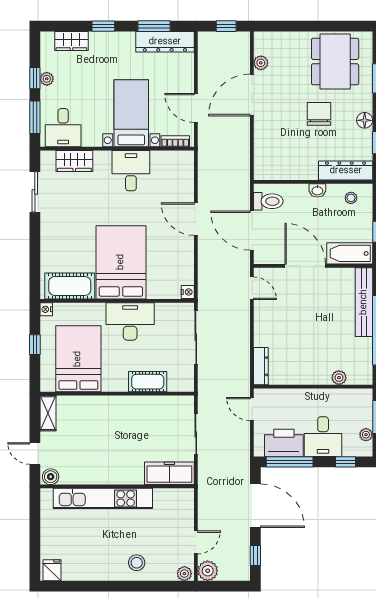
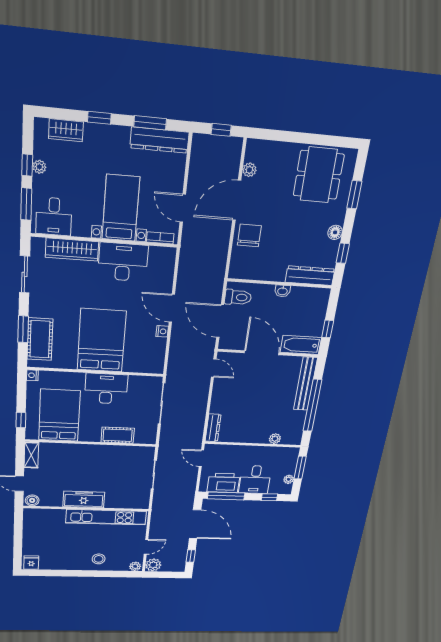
chair: (319, 114) -> (249, 235), moved
wardrobe: (74, 161) -> (72, 249), width x1.50
desk: (131, 171) -> (123, 262), width x1.37
stool: (351, 198) -> (310, 299), removed
window: (35, 254) -> (23, 329), added
cot: (70, 286) -> (40, 339), moved, turned 90
nightstand: (188, 292) -> (162, 331), moved
window: (35, 345) -> (21, 420), moved
freezer: (169, 473) -> (84, 499), moved
kitchen unit: (103, 498) -> (106, 517), moved

